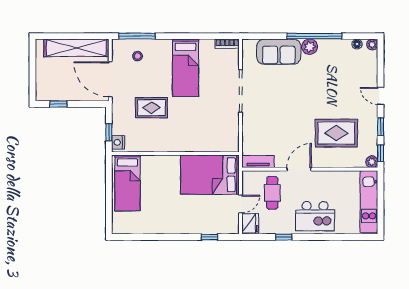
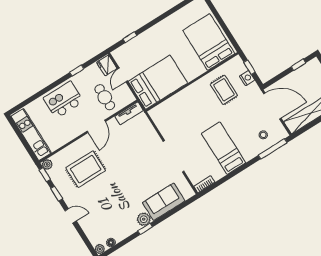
window: (314, 36) -> (145, 229), width x0.32
rug: (151, 108) -> (224, 90), moved, turned 90
nightstand: (118, 142) -> (247, 78), moved
bed: (128, 183) -> (209, 42), width x1.50

